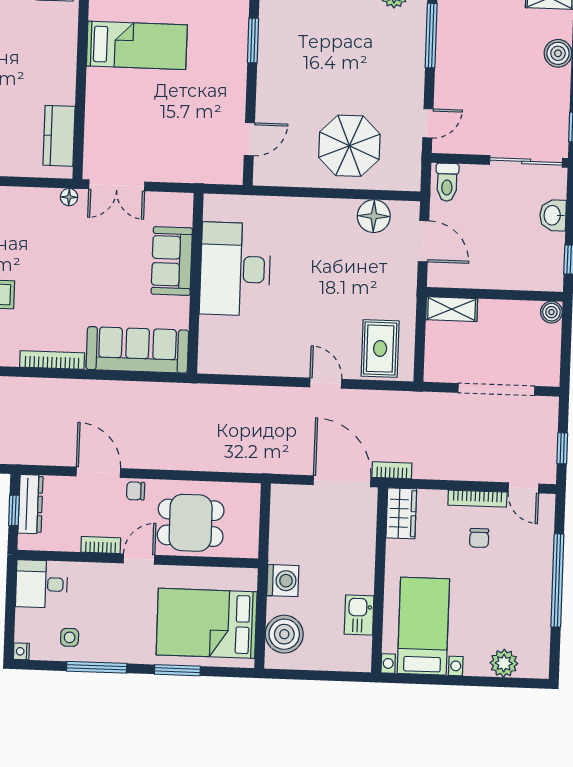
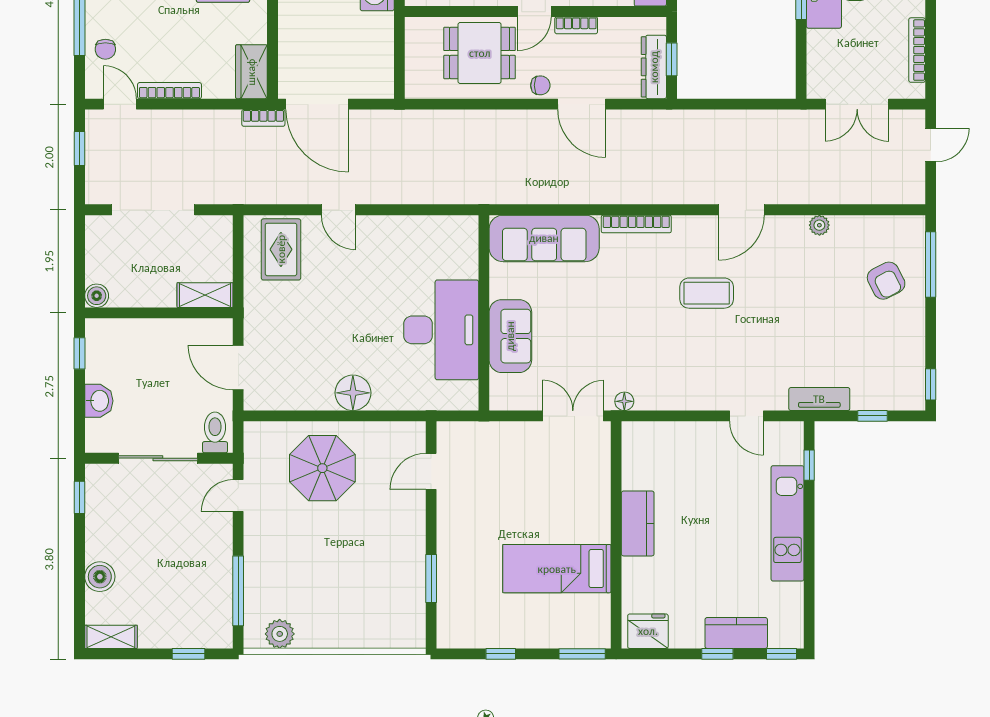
kitchen counter: (59, 136) -> (638, 523), moved
sliding door: (526, 161) -> (158, 458), moved
floor lamp: (374, 216) -> (353, 393), moved
chair: (479, 538) -> (105, 49), moved, turned 180

